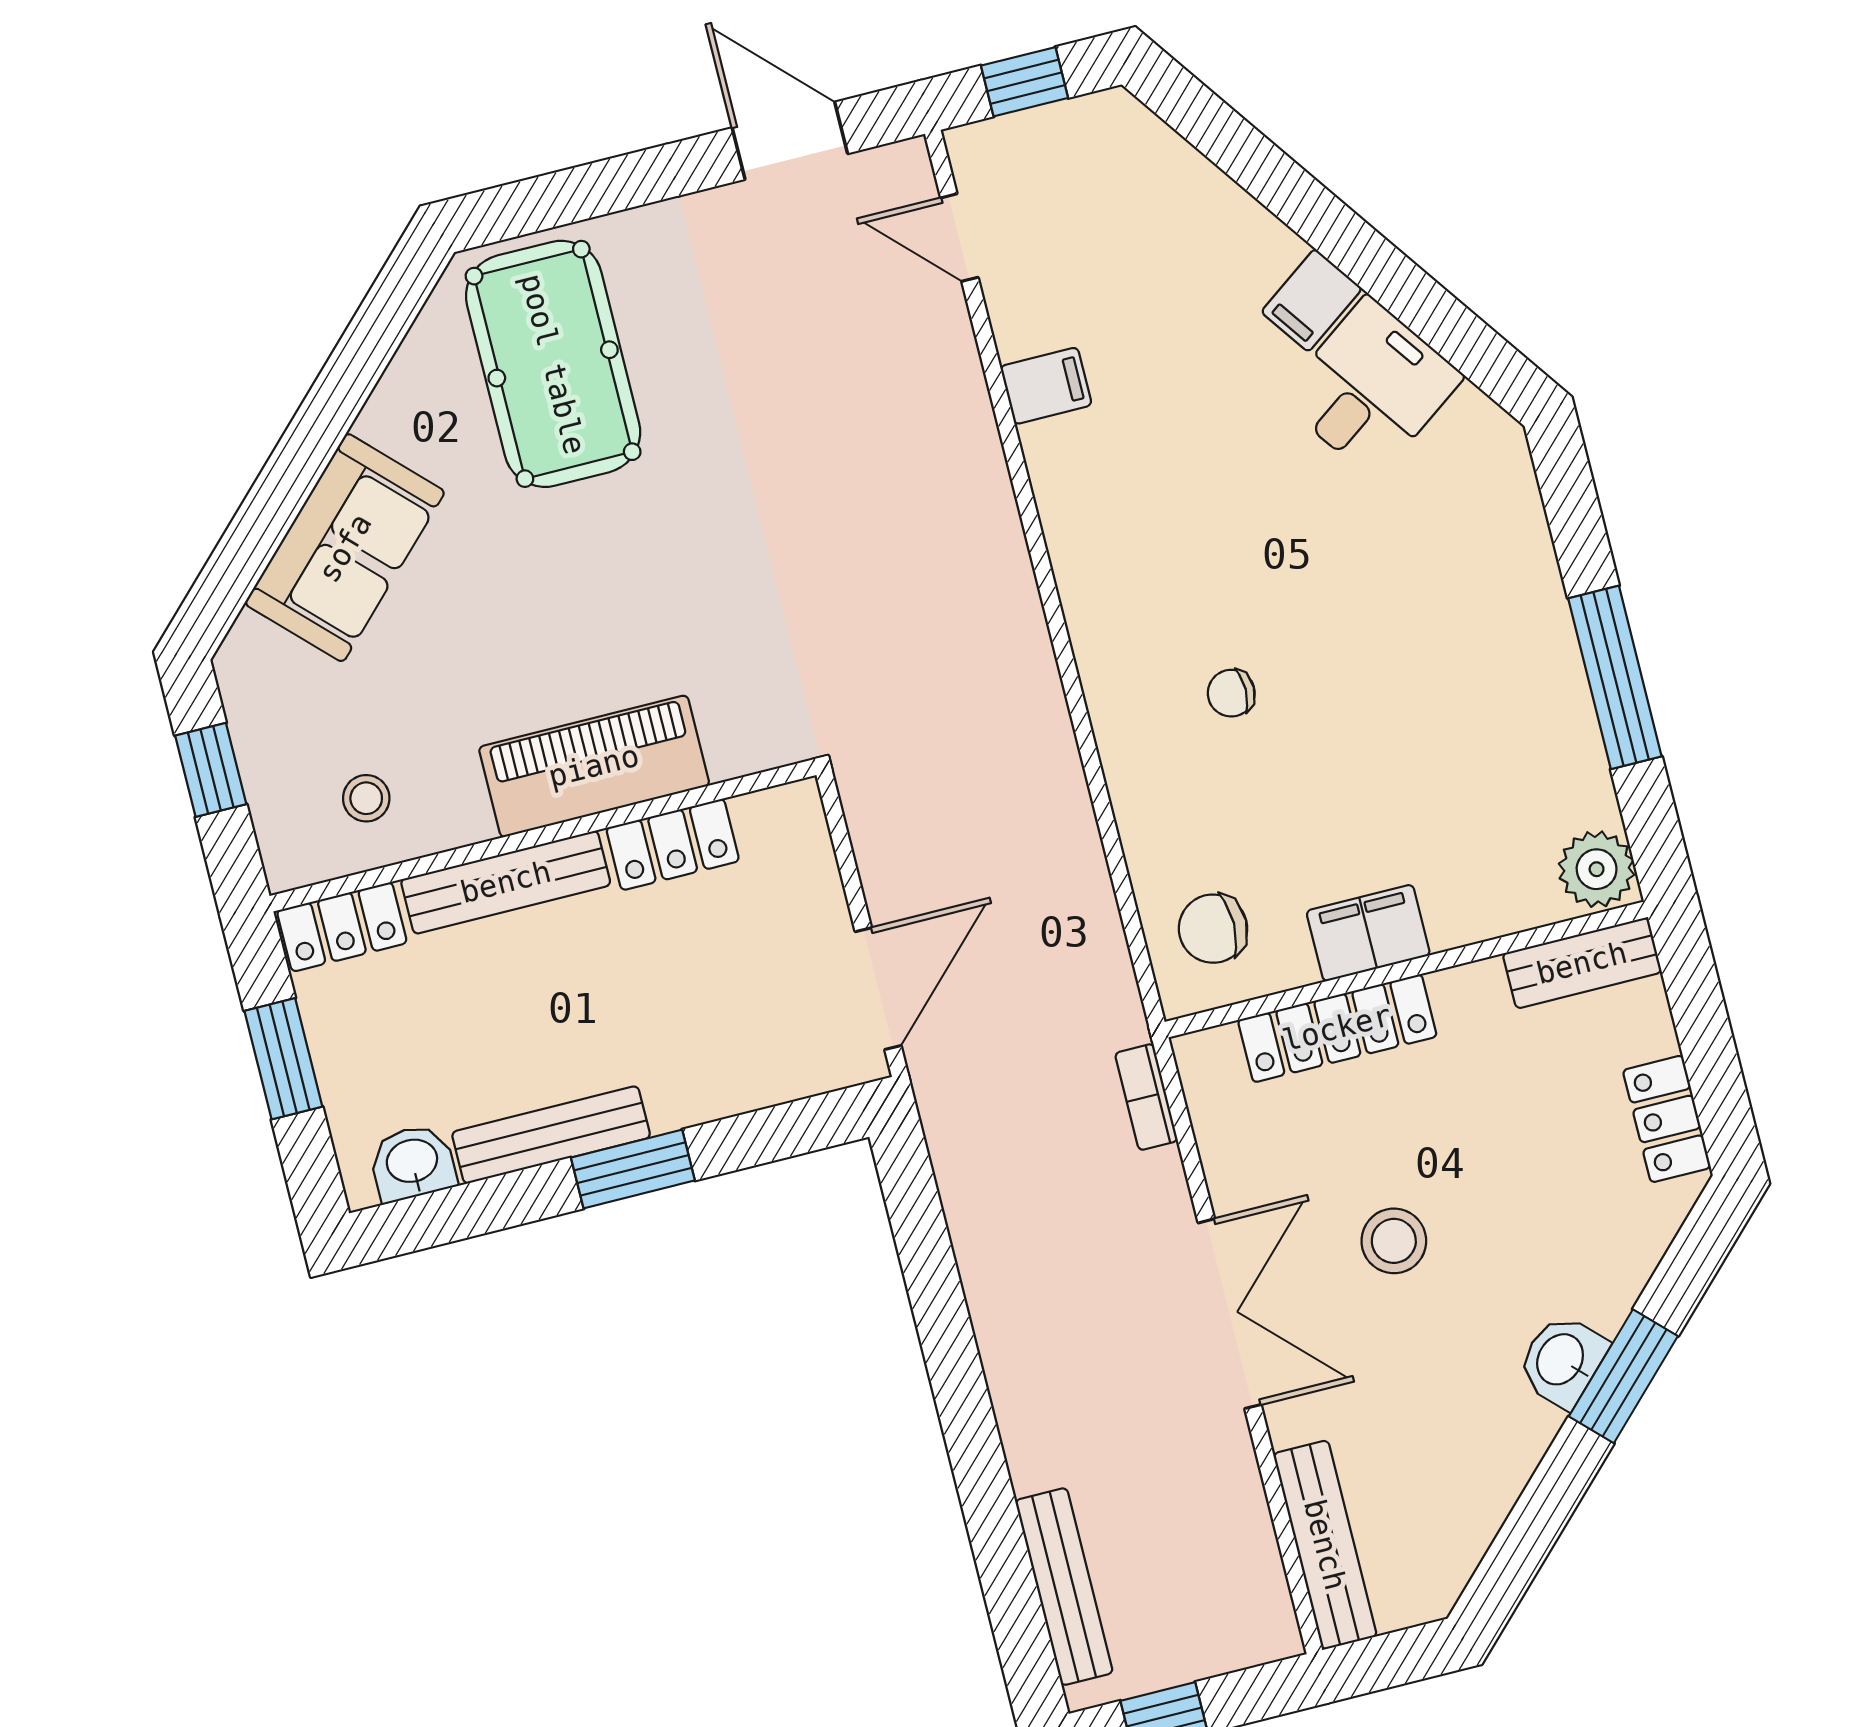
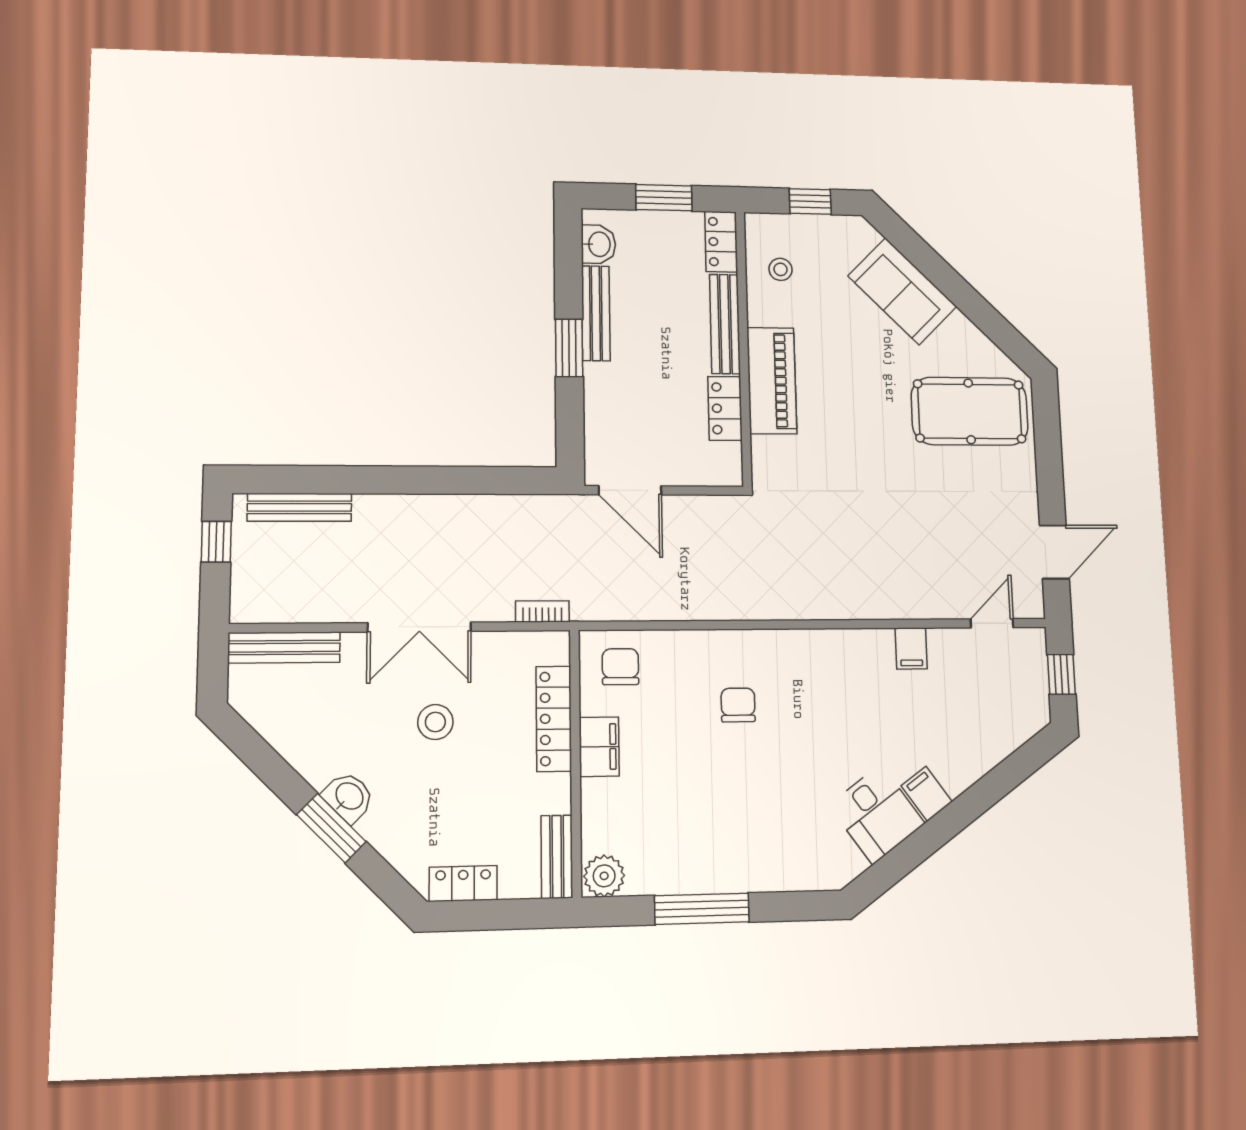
chair: (1231, 693) -> (738, 705), width x1.37, depth x1.37

